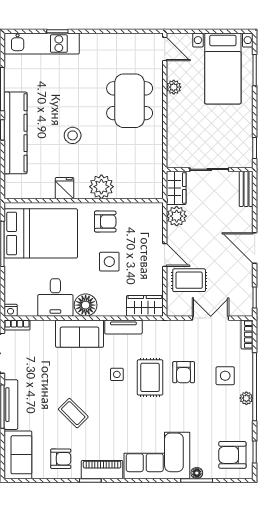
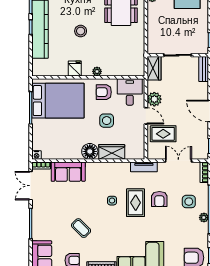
plant: (101, 187) -> (97, 71), width x0.53, depth x0.53
plant: (177, 216) -> (154, 99), moved
armchair: (105, 222) -> (104, 92), turned 180
desk: (55, 297) -> (130, 92), moved, turned 180
wardrobe: (145, 306) -> (112, 152), moved
tv unit: (123, 327) -> (144, 167), moved
sofa: (80, 334) -> (68, 172), moved
tv unit: (11, 405) -> (37, 222), removed

